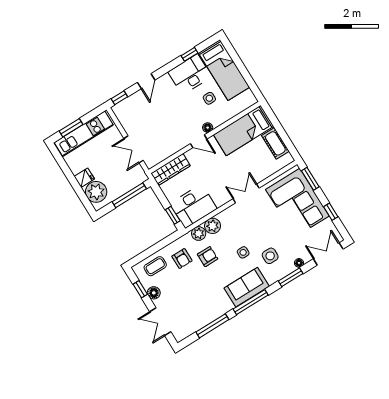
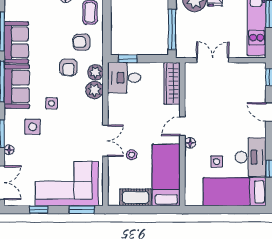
stool: (244, 167) -> (132, 155), added
desk: (193, 206) -> (124, 78), width x0.73
sofa: (213, 308) -> (16, 42), added

